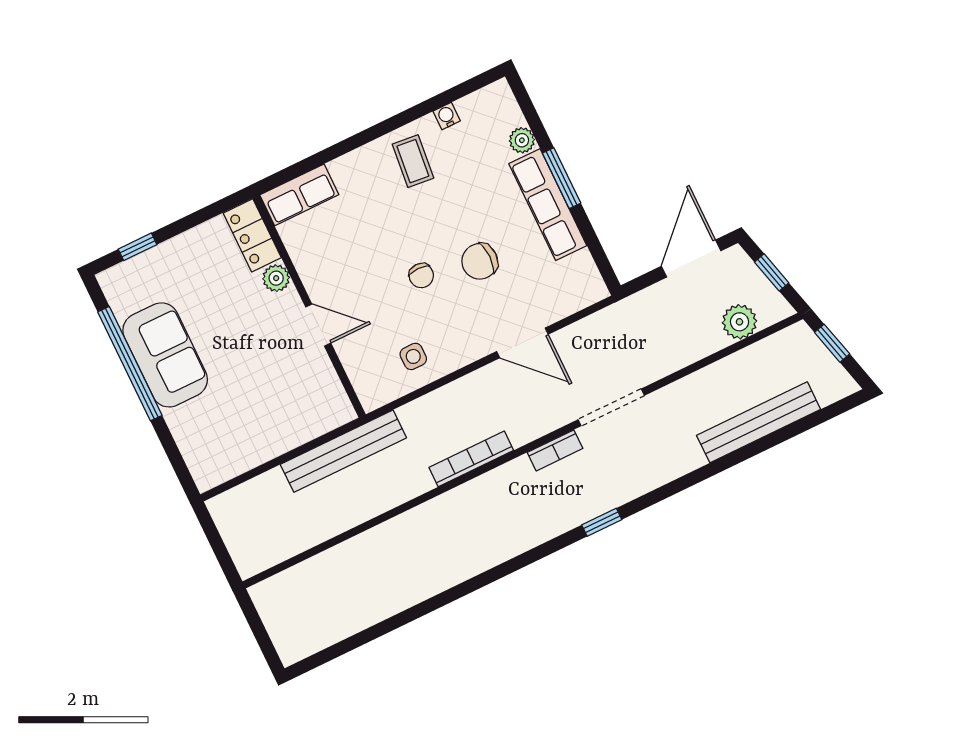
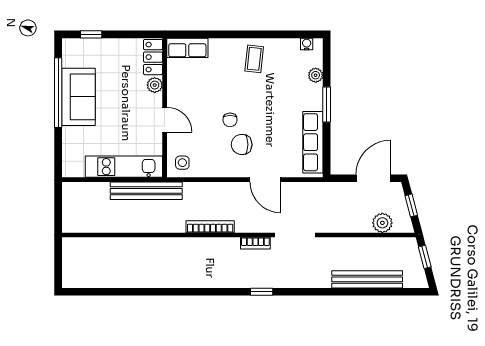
water cooler: (447, 116) -> (307, 44), moved
row of seats: (548, 205) -> (313, 142), moved
chair: (480, 261) -> (242, 144), moved
side table: (413, 356) -> (182, 163), moved
kitchen unit: (290, 430) -> (124, 167), added

